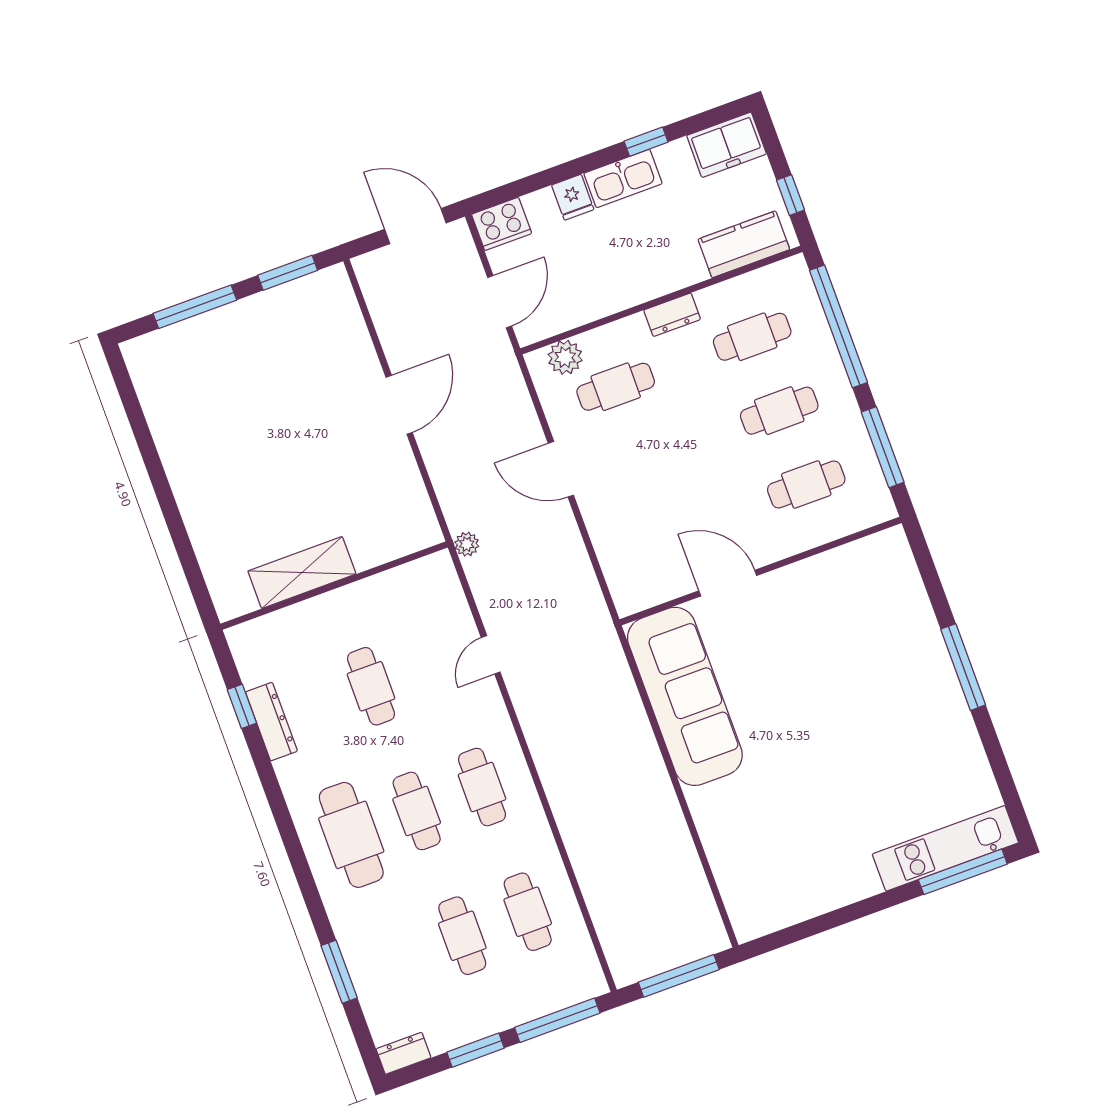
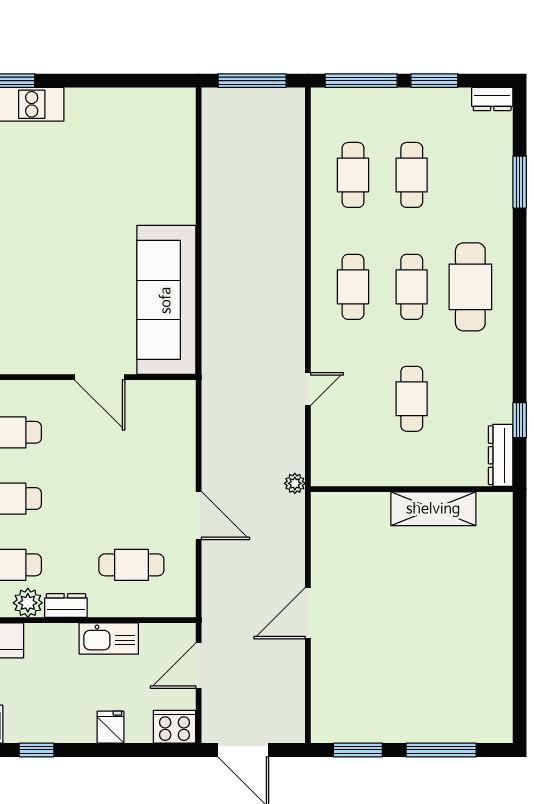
kitchen sink: (623, 178) -> (109, 639), moved, turned 180
plant: (565, 357) -> (28, 603), moved
dresser: (271, 722) -> (501, 455), moved

